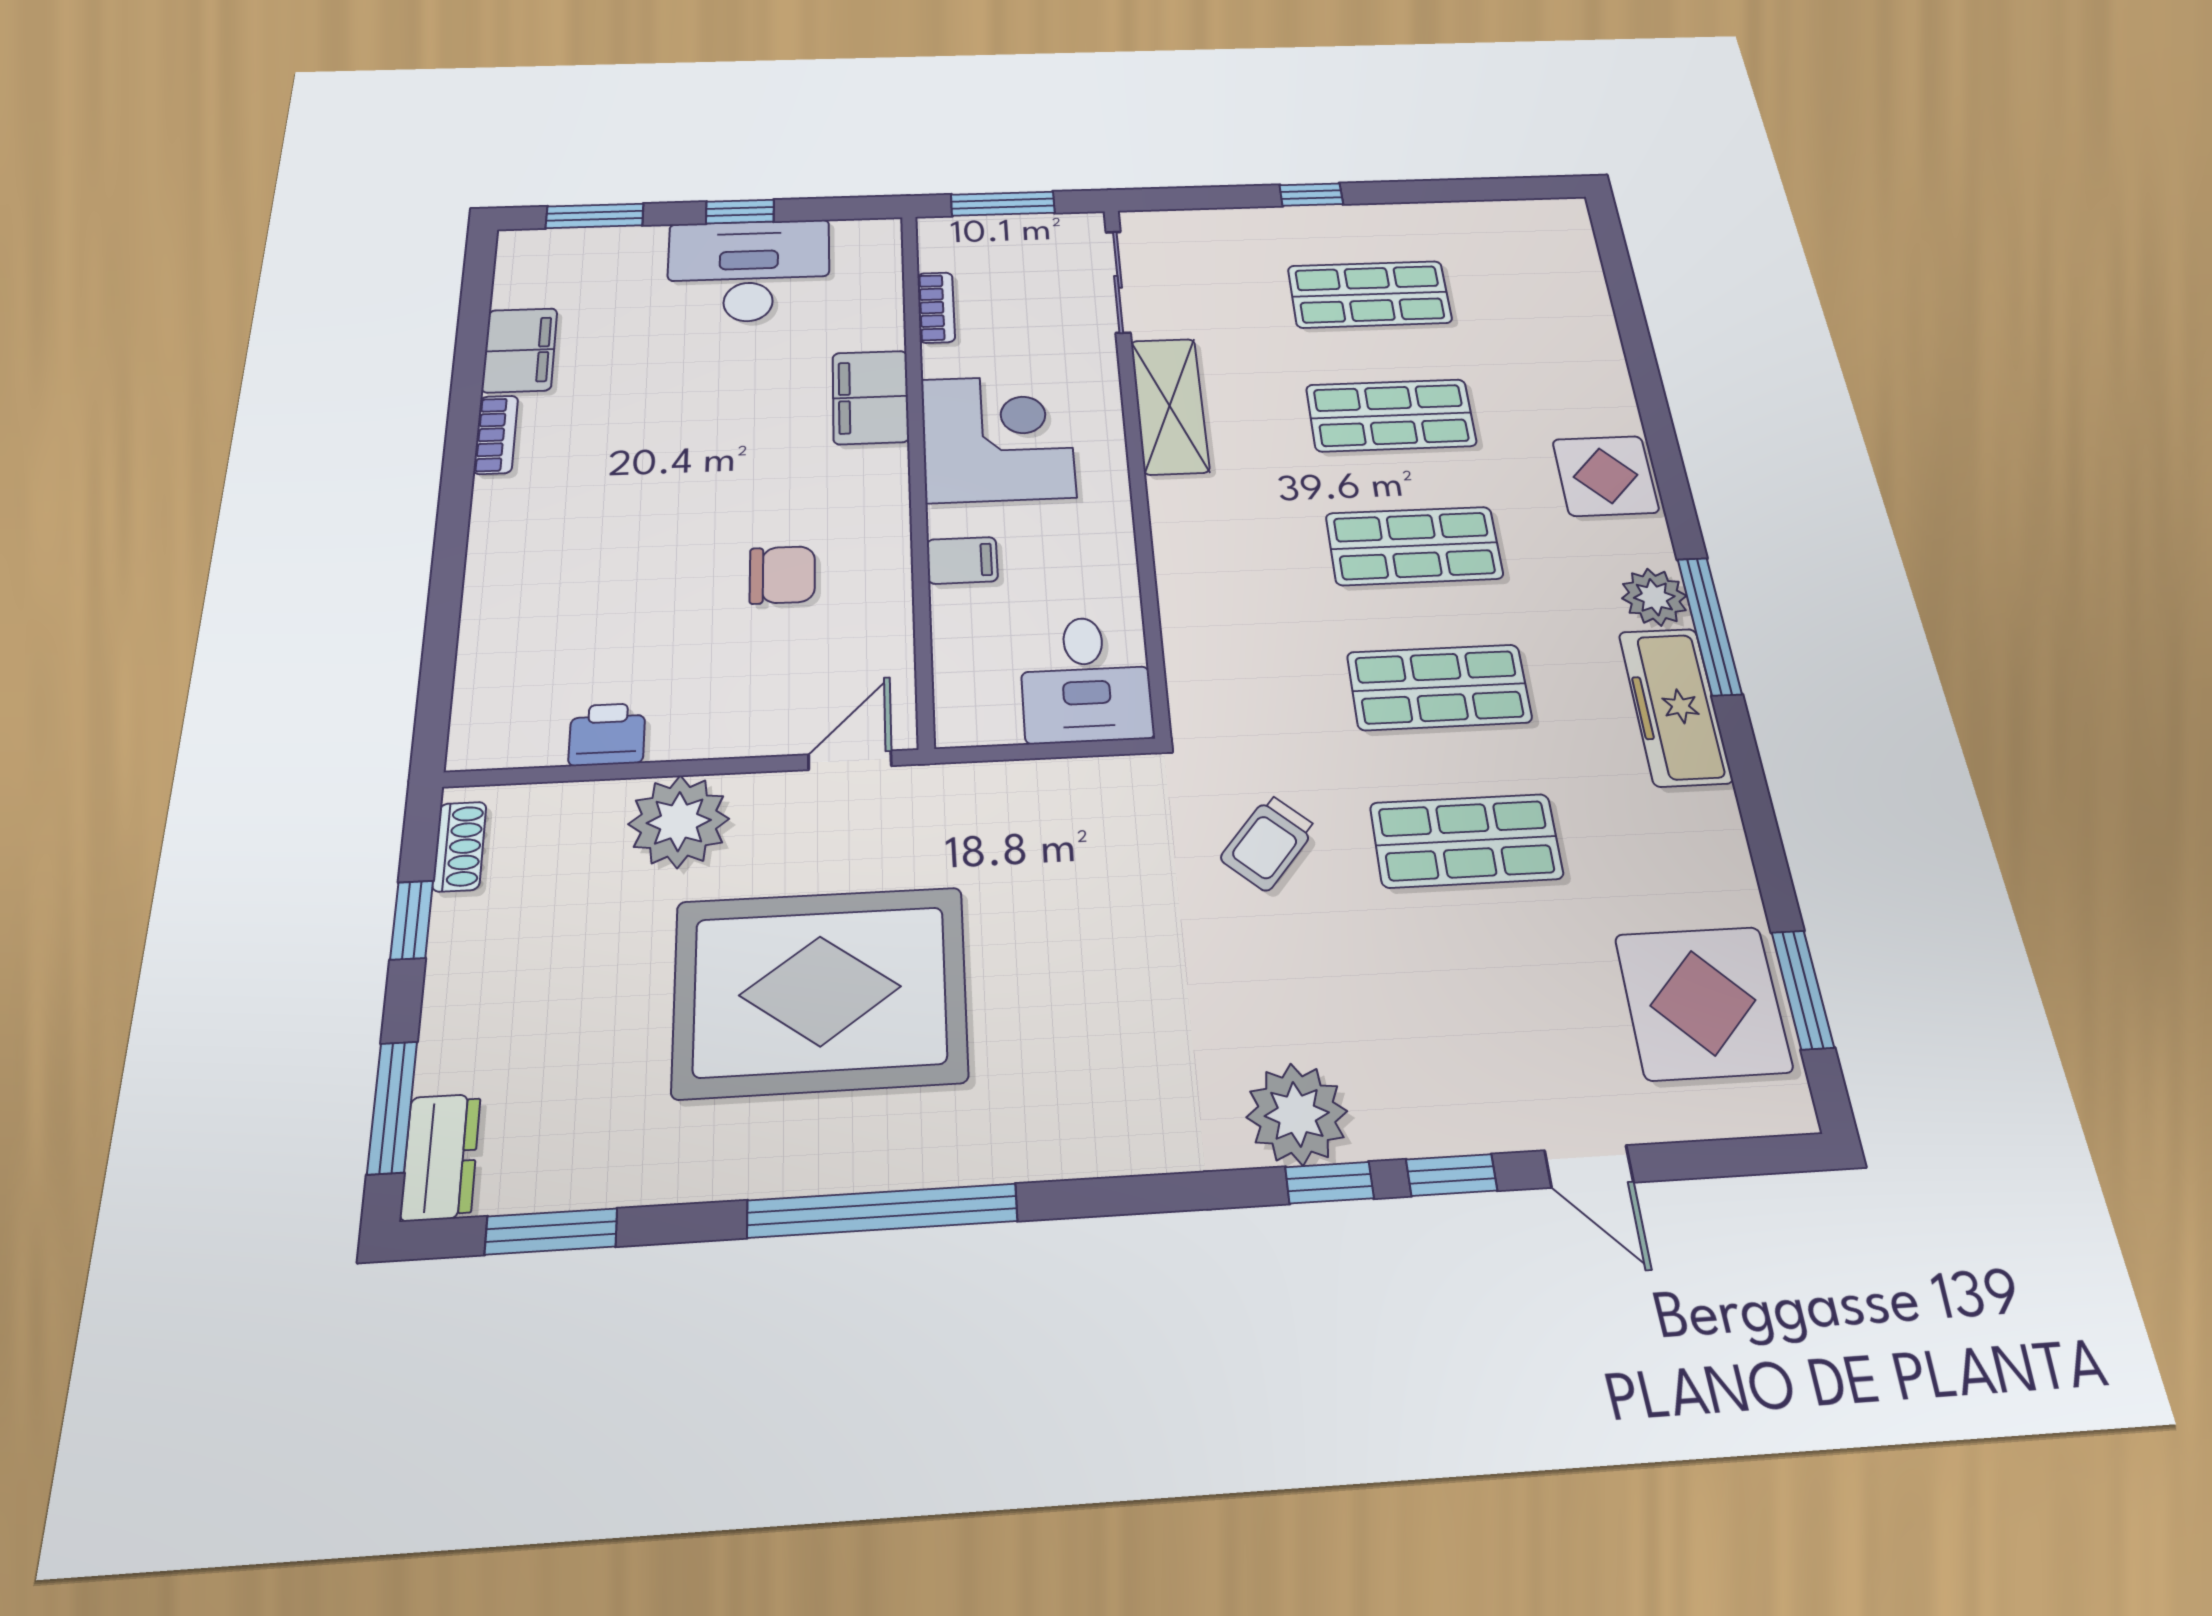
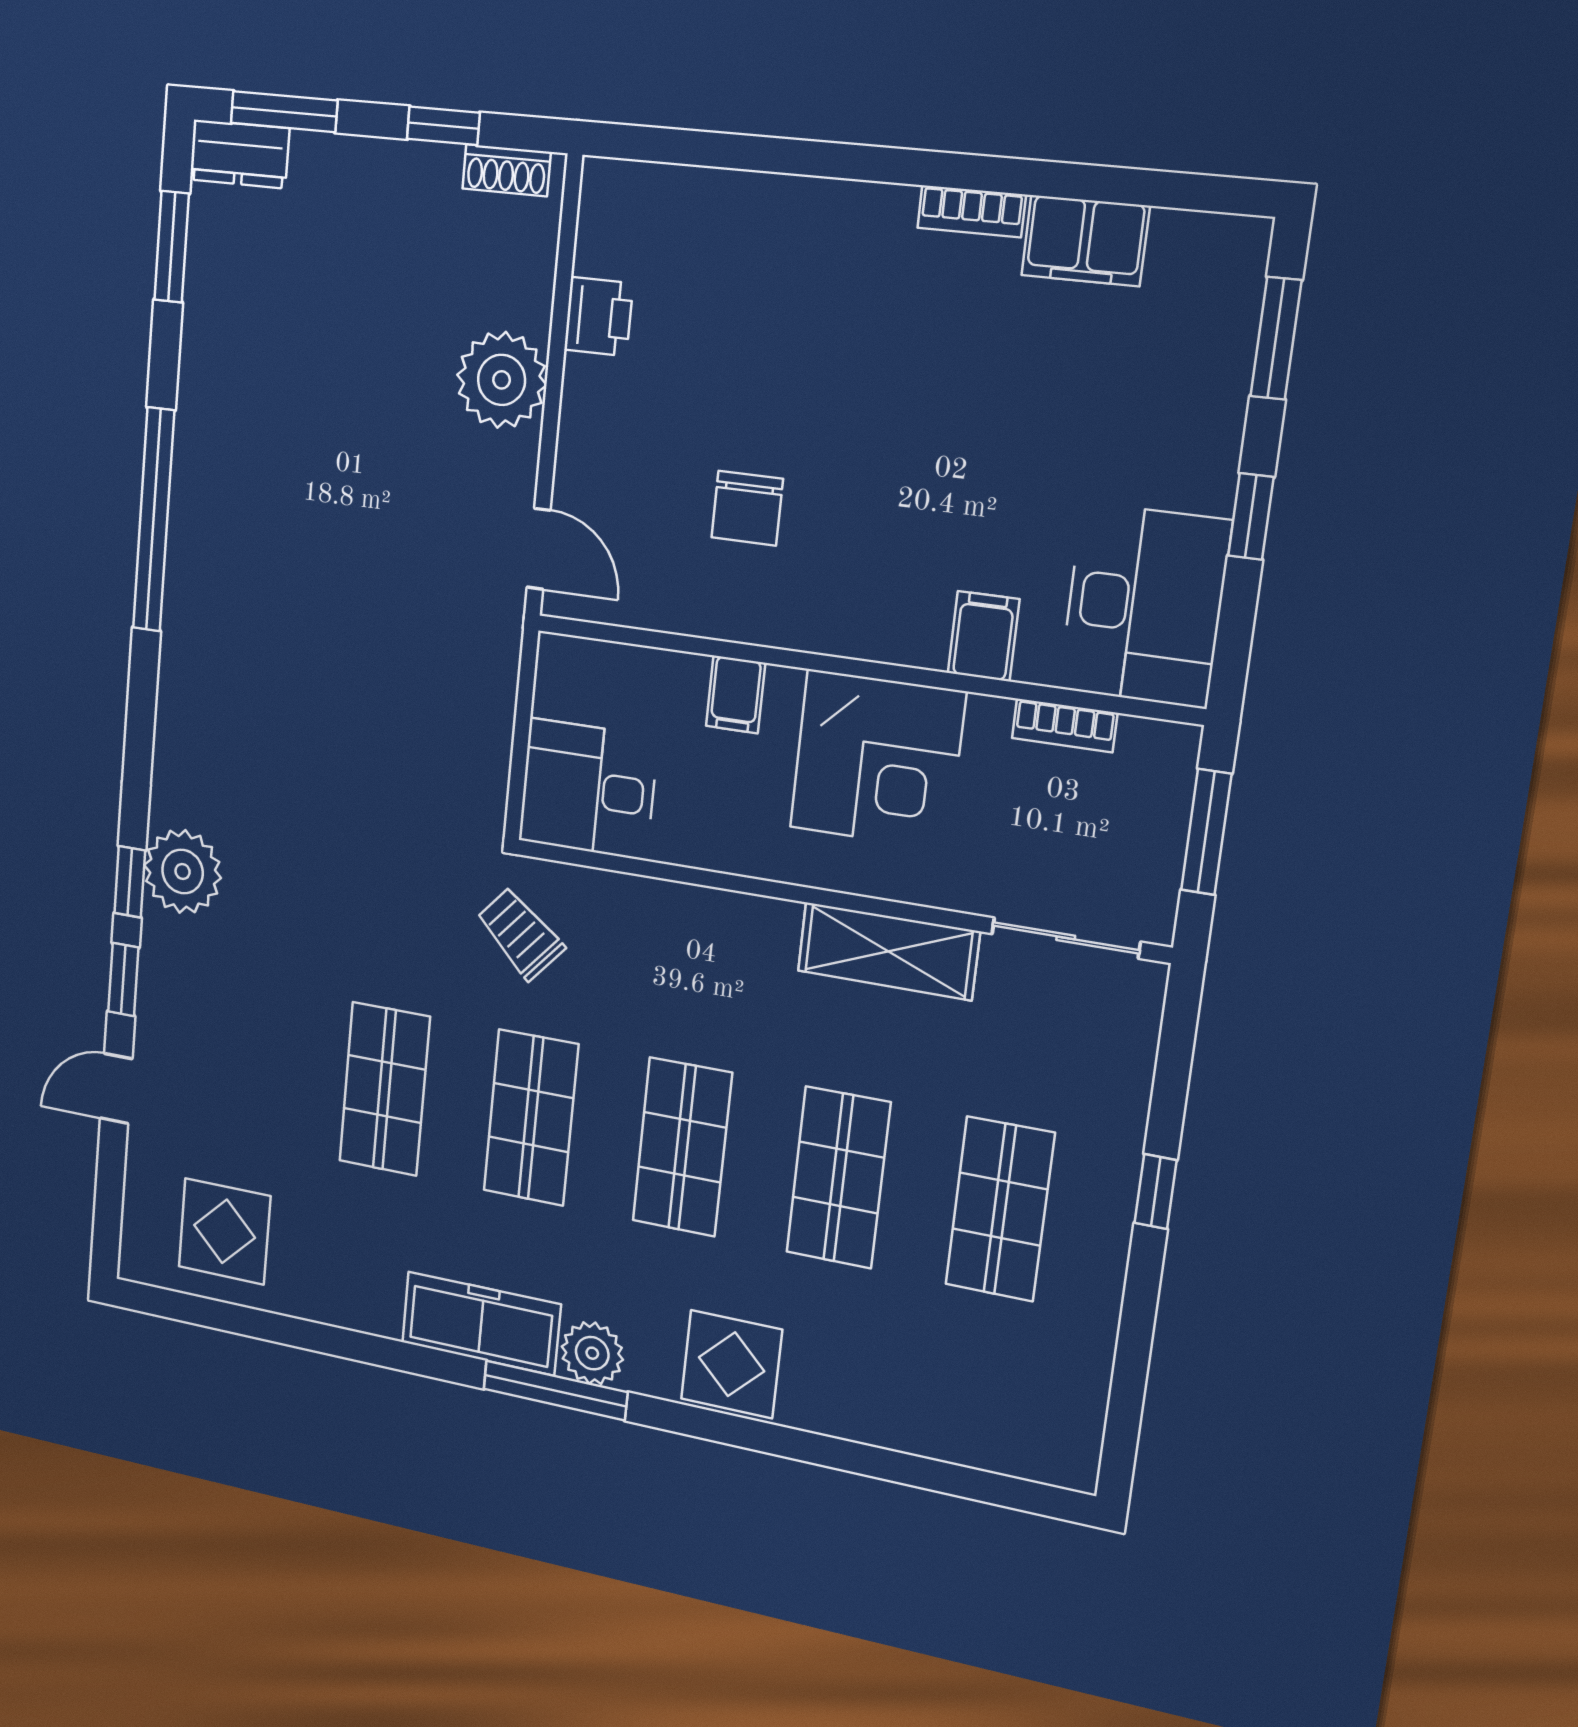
desk: (749, 271) -> (1145, 605), moved
filing cabinet: (871, 397) -> (984, 636), width x0.50
trolley: (1268, 843) -> (520, 934), moved
window: (1803, 989) -> (224, 1316), removed
rug: (820, 991) -> (332, 492), removed
display table: (1703, 1003) -> (225, 1231), width x0.73, depth x0.73

